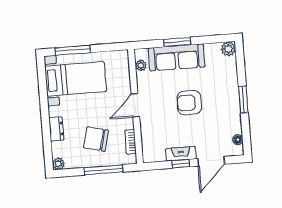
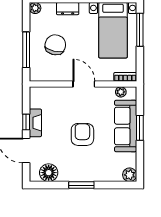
floor lamp: (238, 140) -> (49, 173), width x1.89, depth x1.89
bookcase: (131, 142) -> (125, 77), moved

